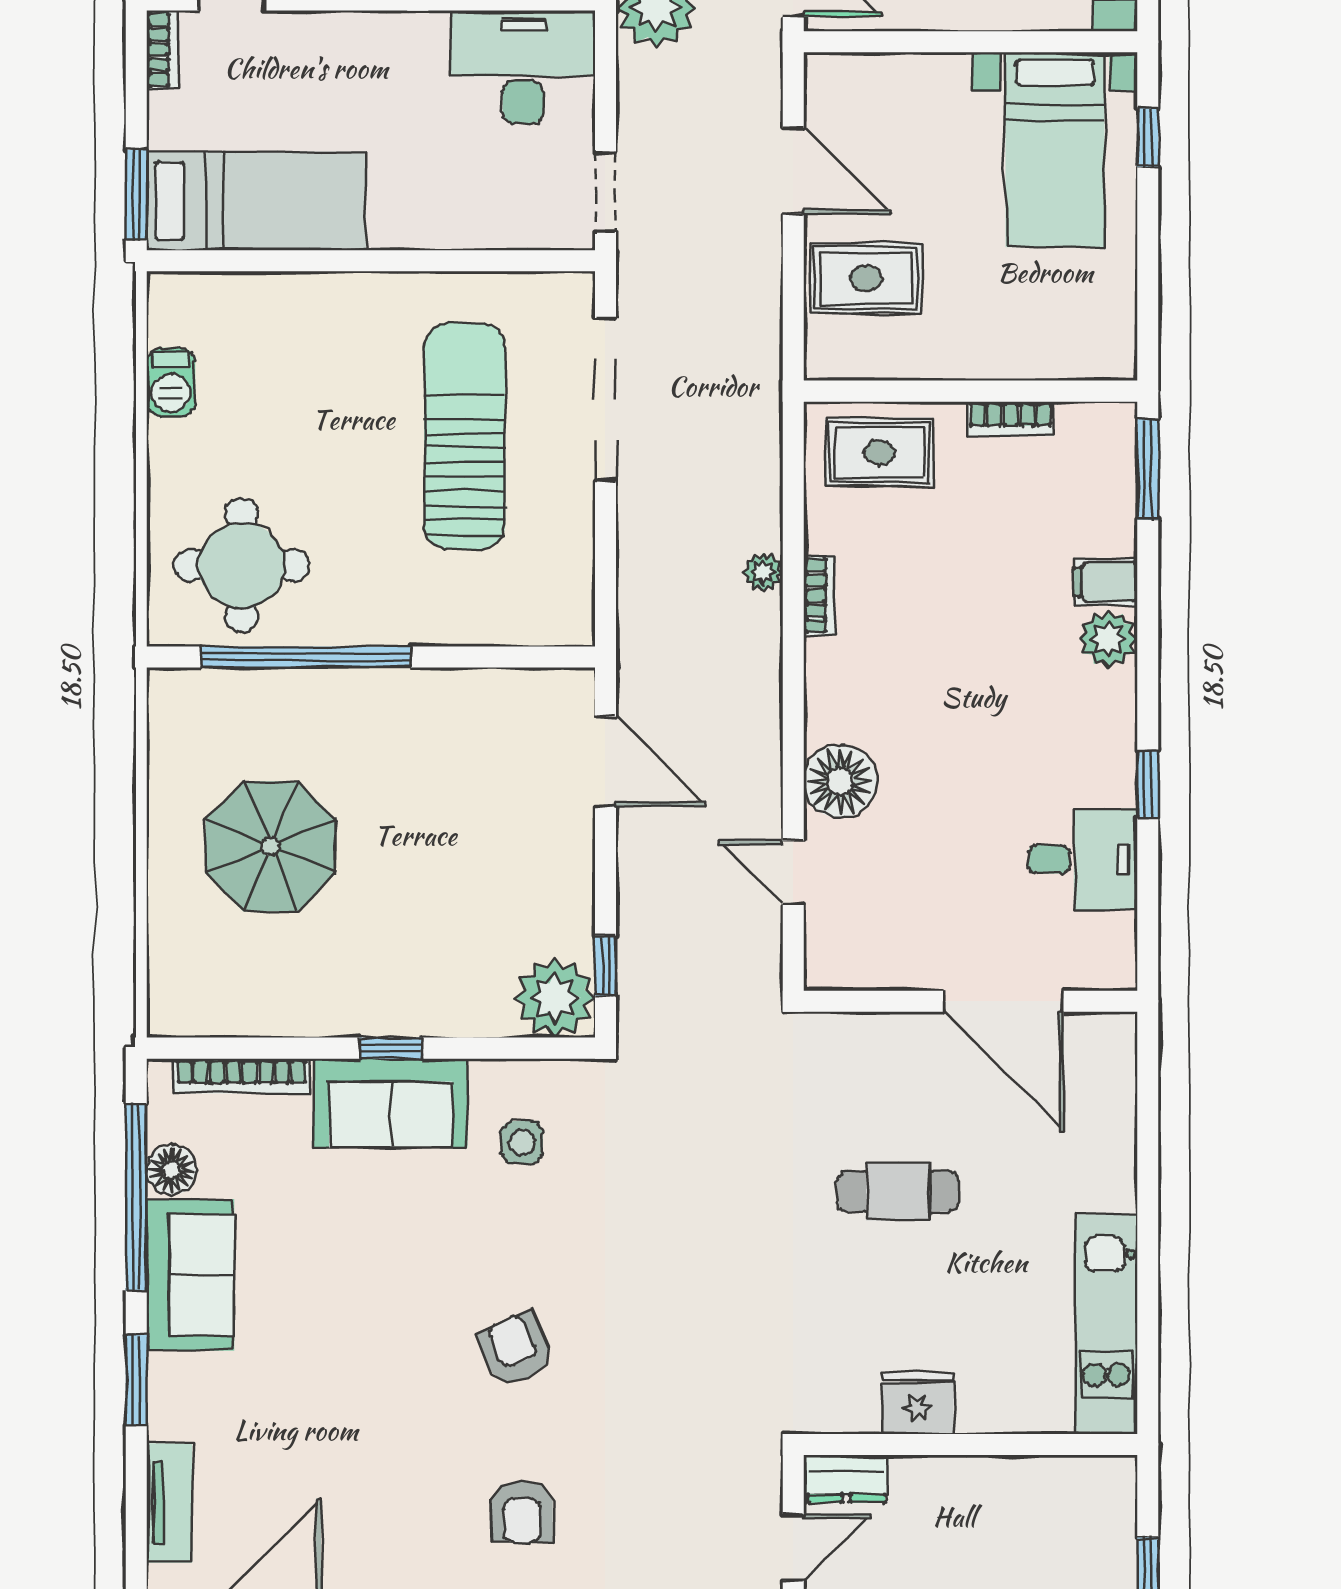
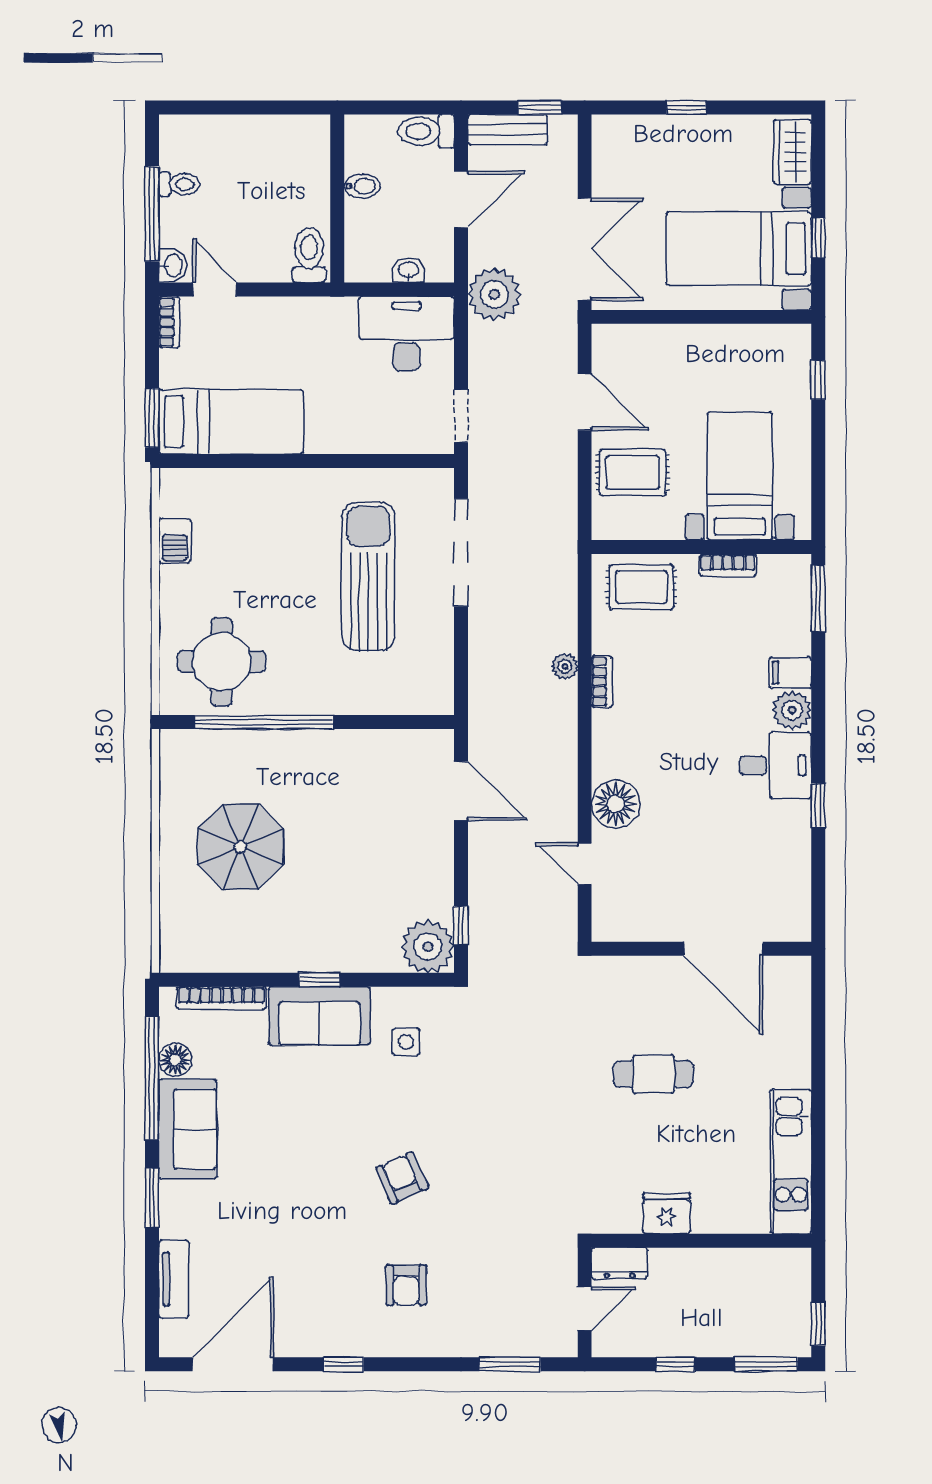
bed with nightstands: (1055, 150) -> (740, 476), moved, turned 180
desk: (1083, 859) -> (775, 765), moved

